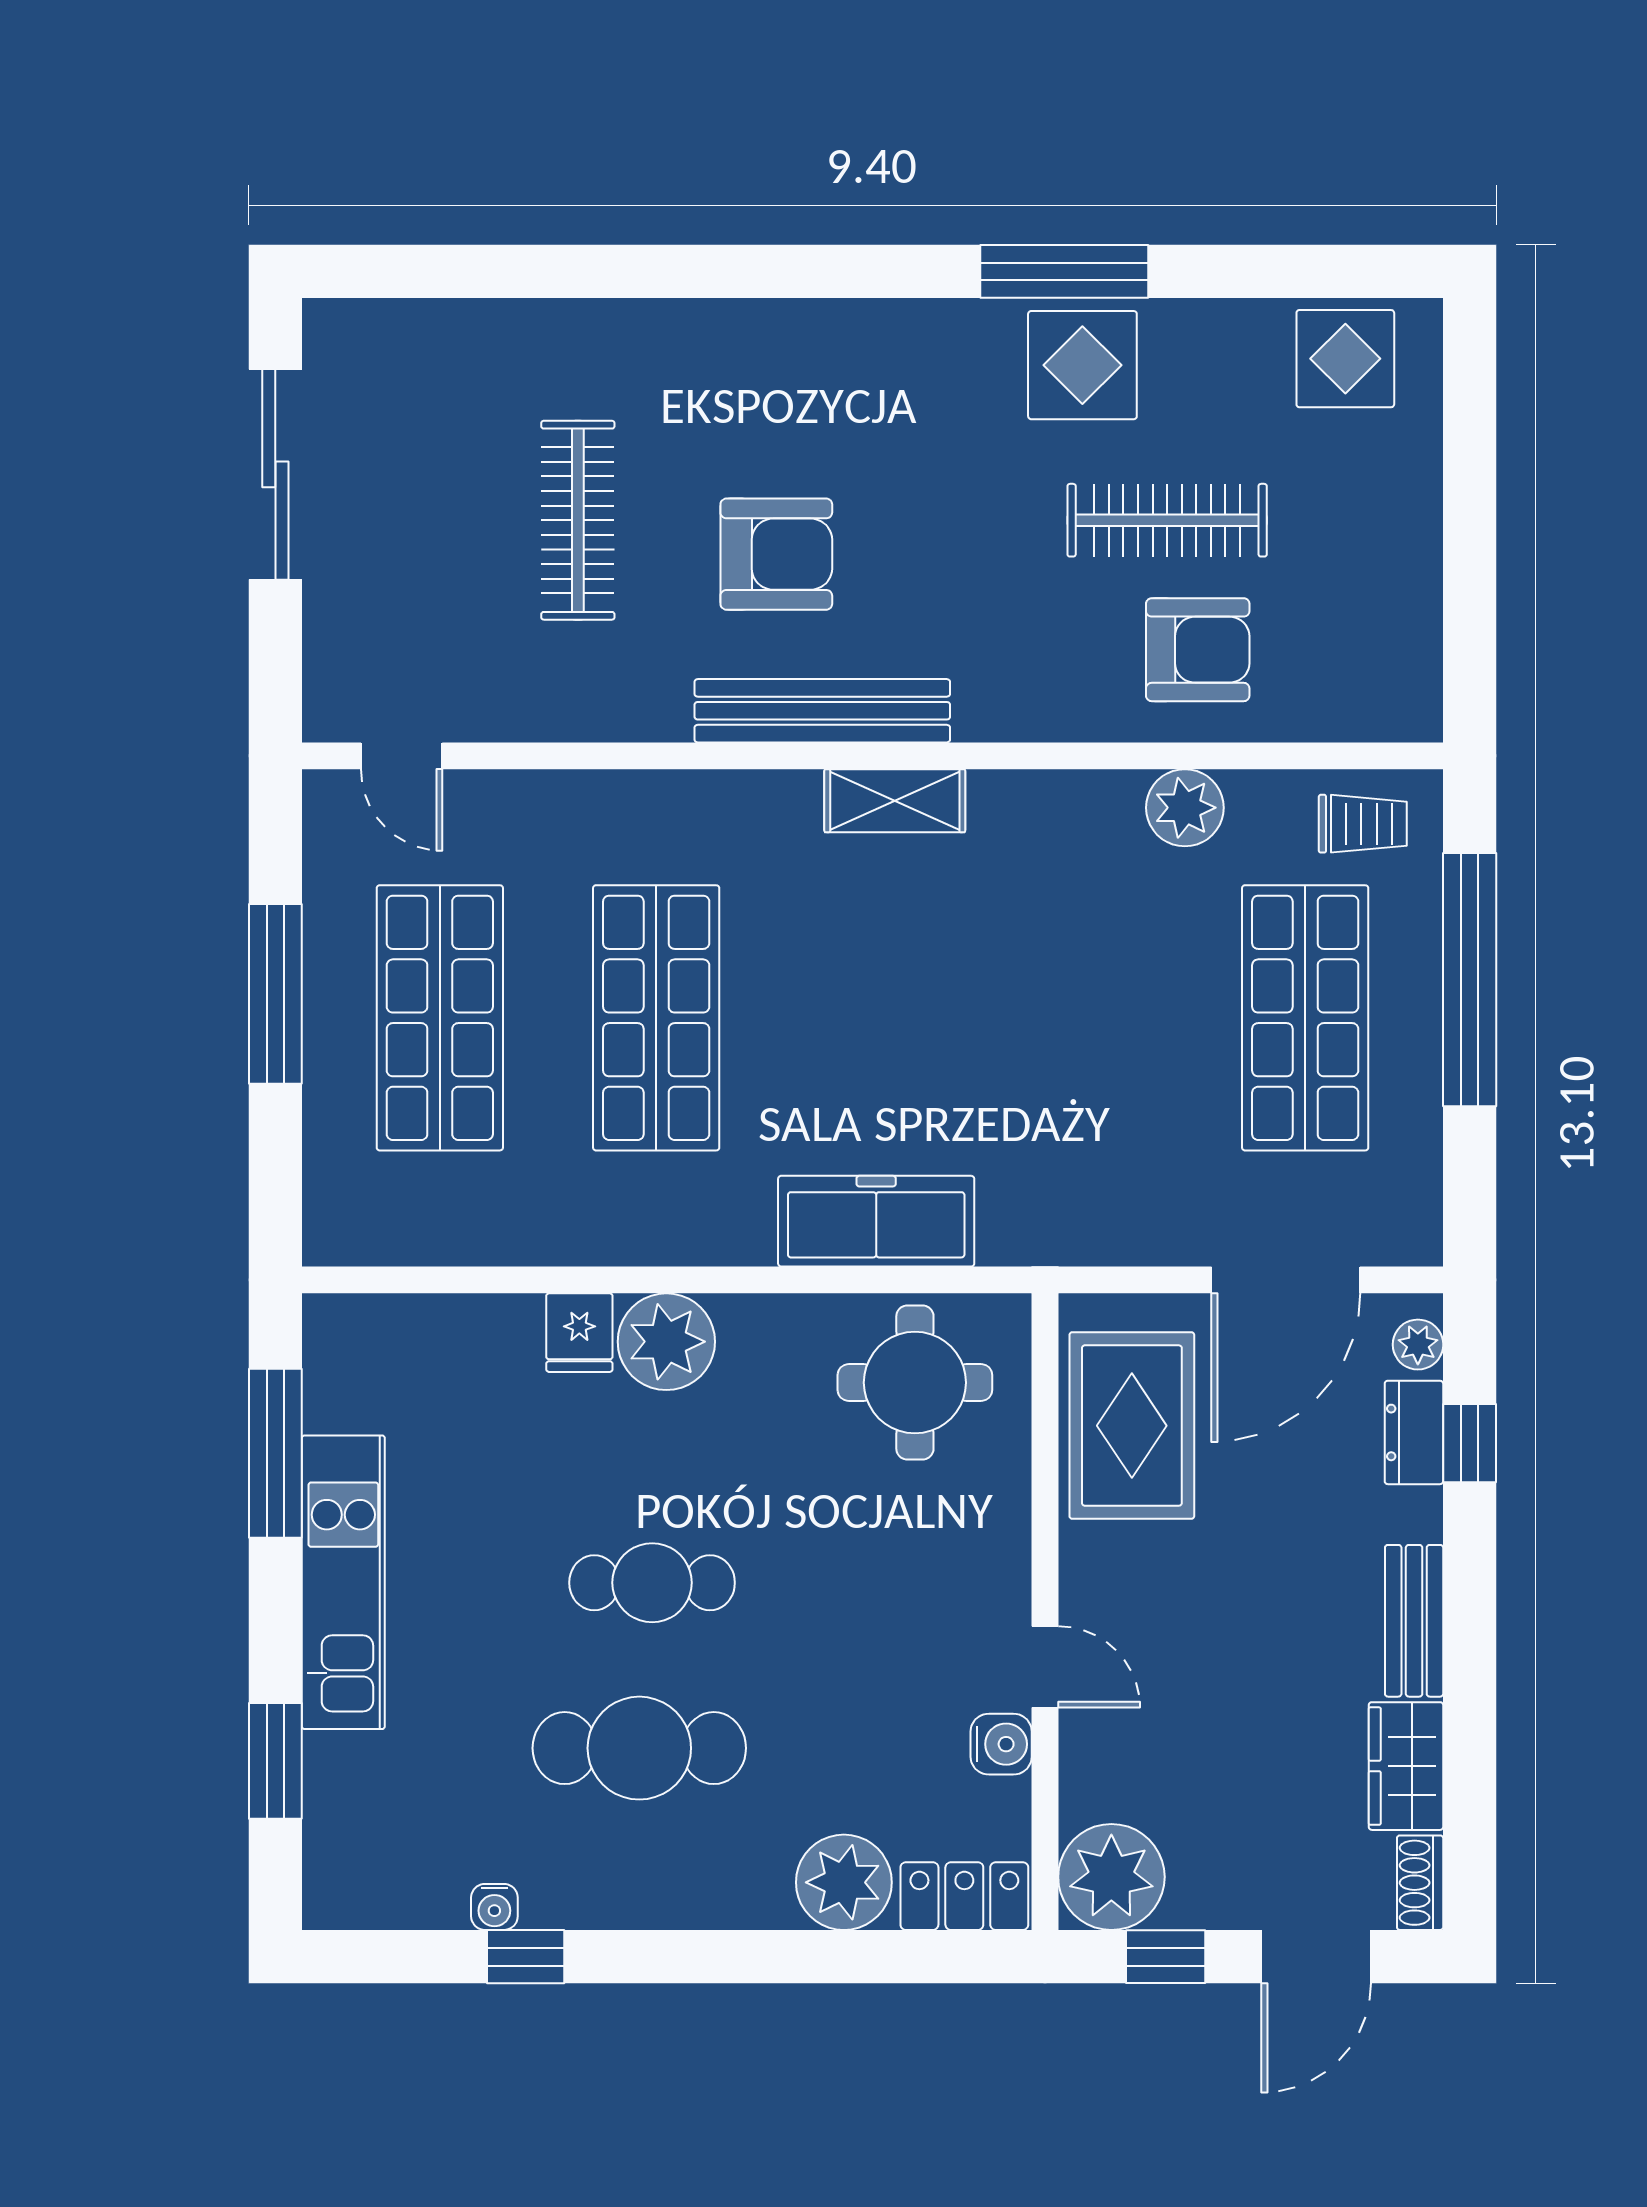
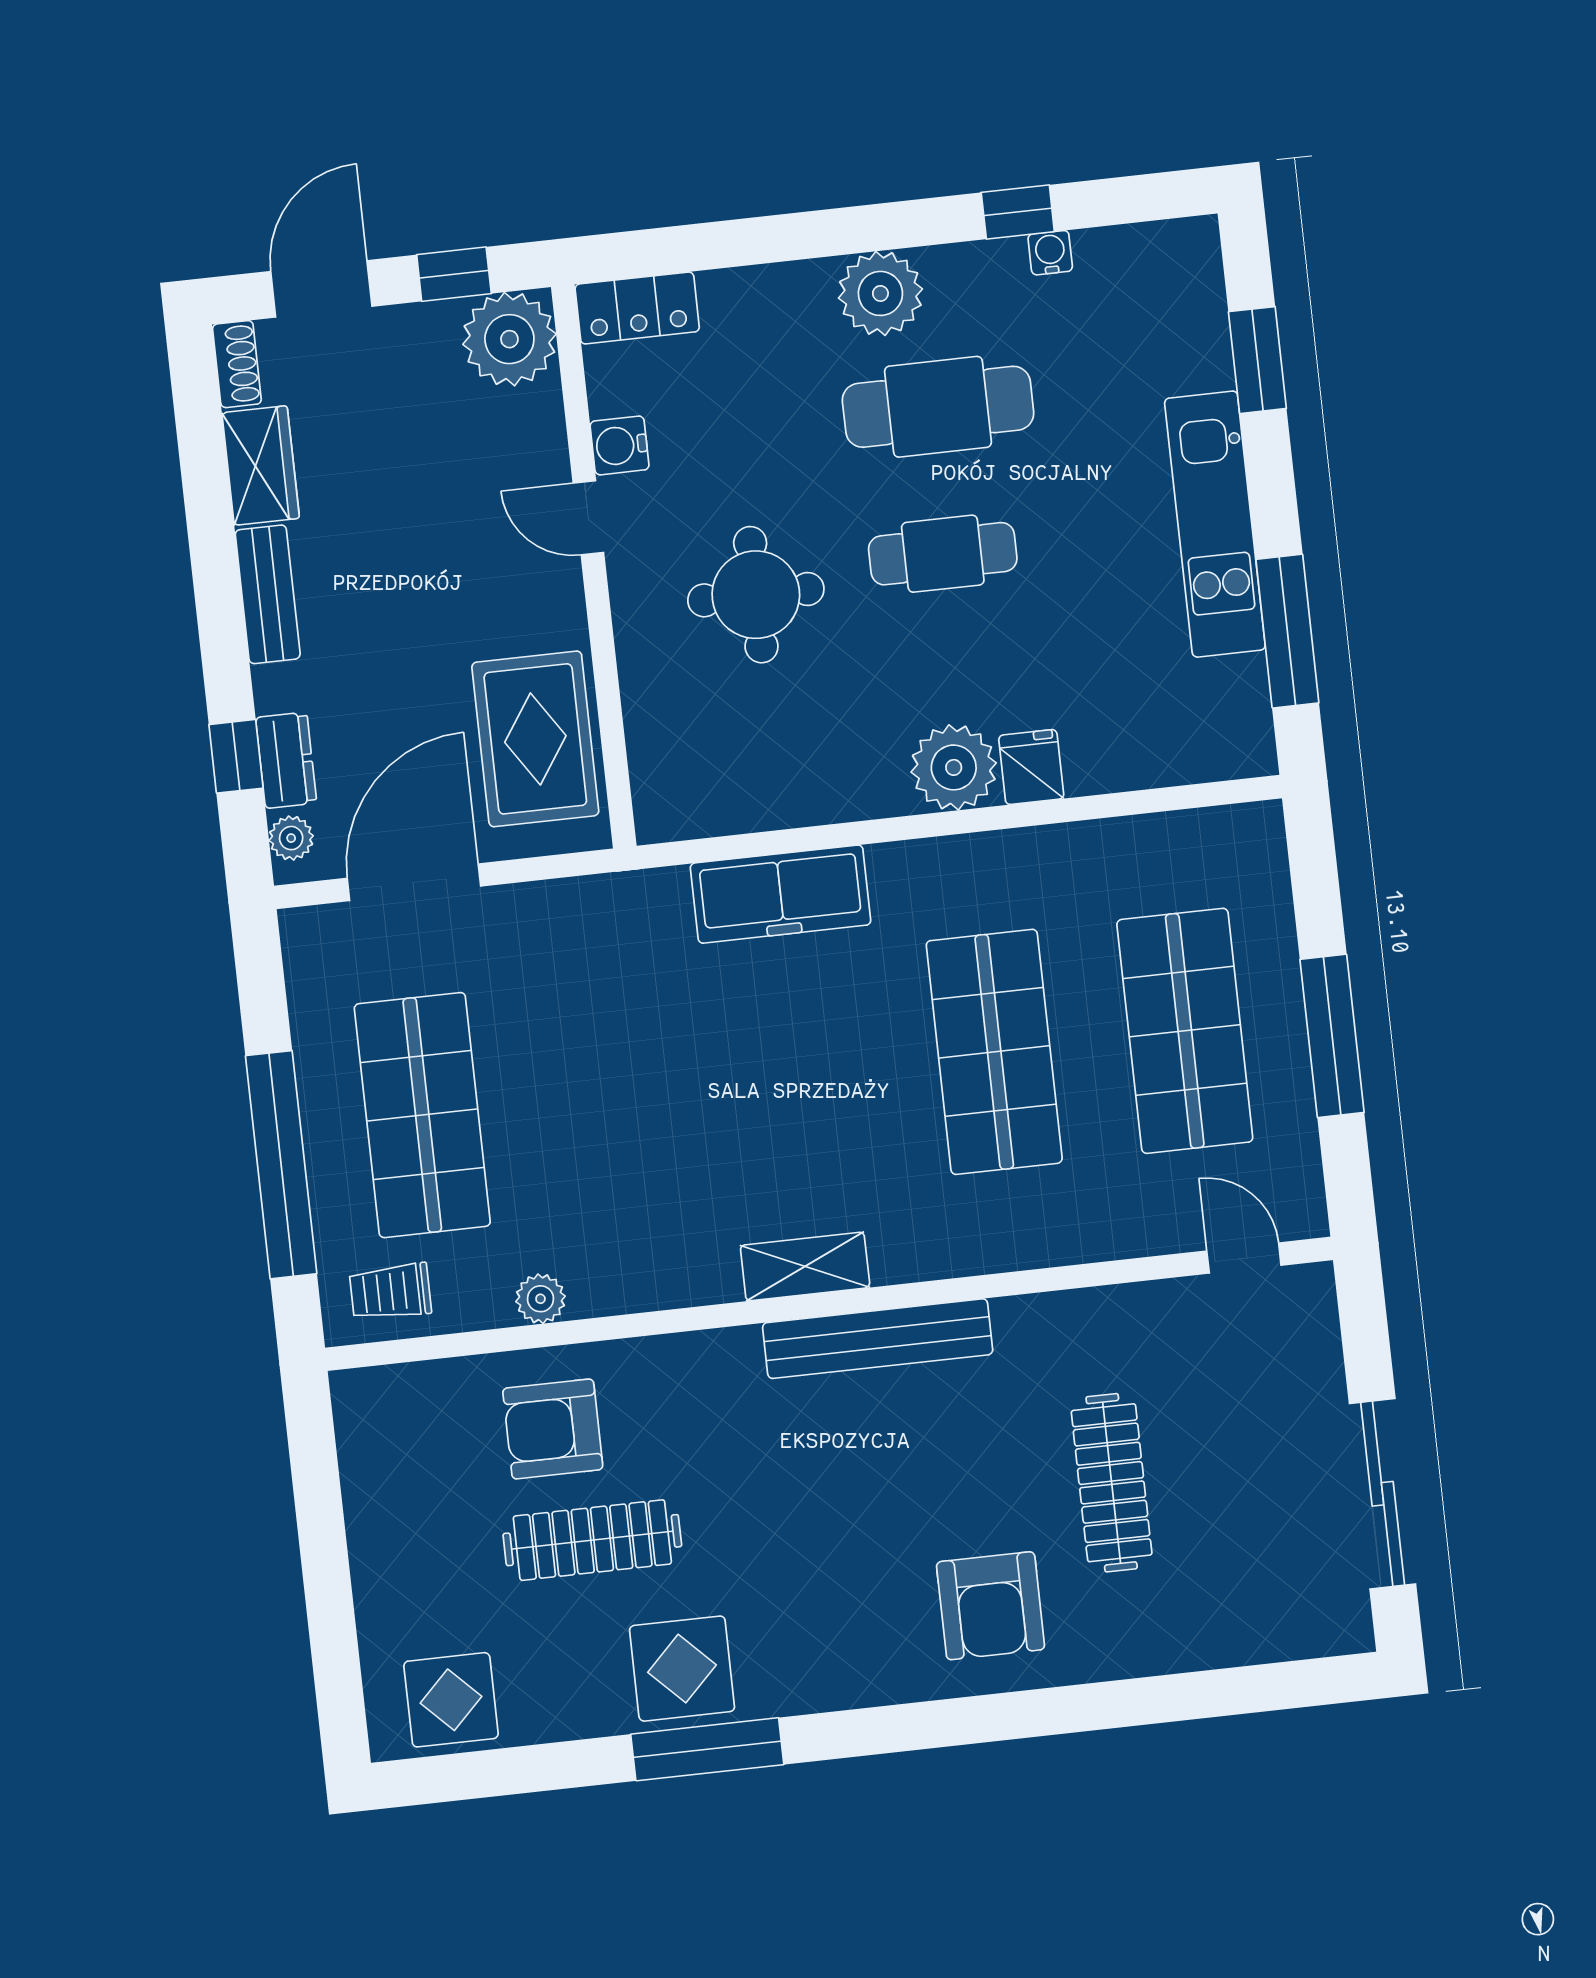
armchair: (776, 554) -> (991, 1606), moved, turned -90
plant: (1185, 808) -> (540, 1299), width x0.73, depth x0.73
round table: (915, 1383) -> (756, 595), moved
plant: (844, 1882) -> (880, 293), moved

